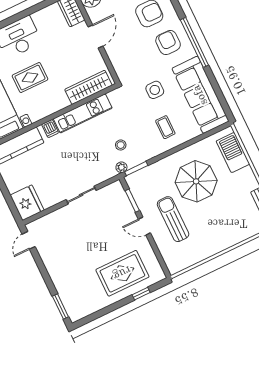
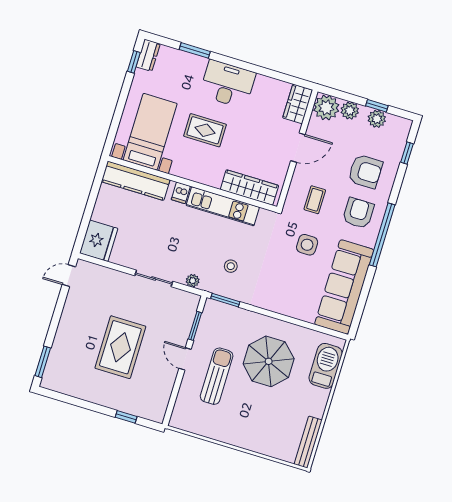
coffee table: (165, 127) -> (315, 200), moved
plant: (121, 167) -> (193, 281), moved
rug: (122, 273) -> (120, 347), moved, turned 90

